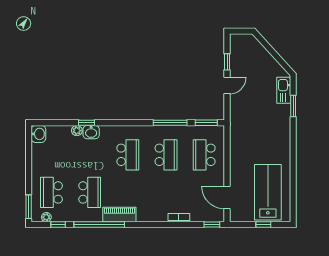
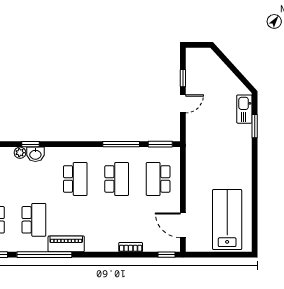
window: (263, 225) -> (222, 255), removed

